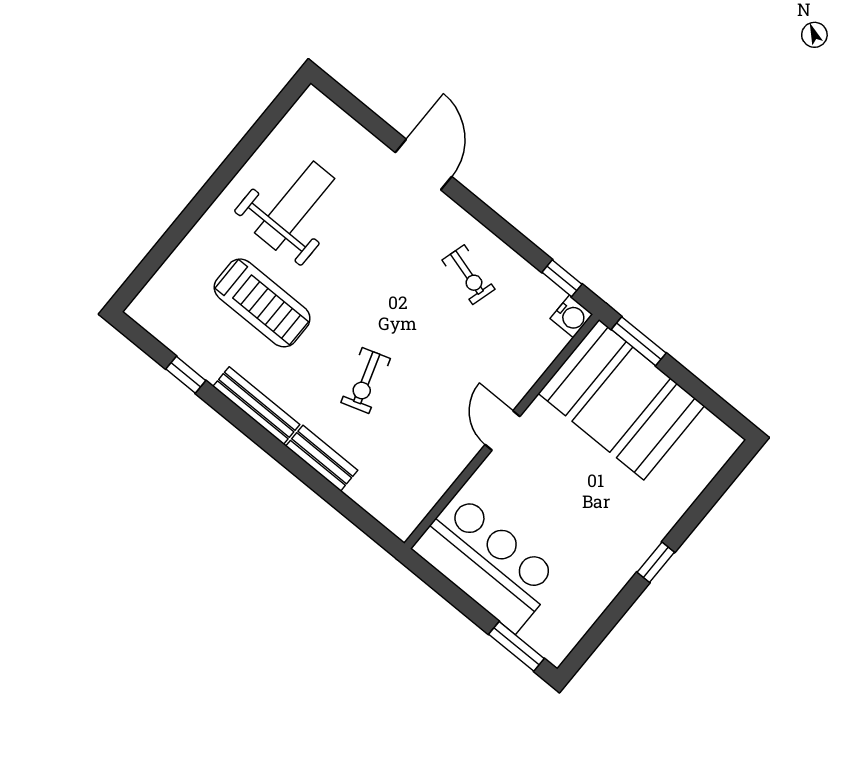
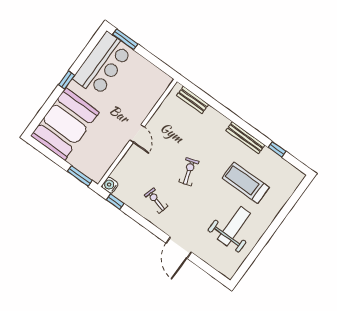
weight bench: (295, 206) -> (234, 226), turned 180
exercise bike: (366, 381) -> (189, 172), moved
booth: (621, 400) -> (65, 124), moved, turned 90
bench: (322, 458) -> (193, 100), moved
bar counter: (487, 563) -> (103, 64), moved, turned -90

